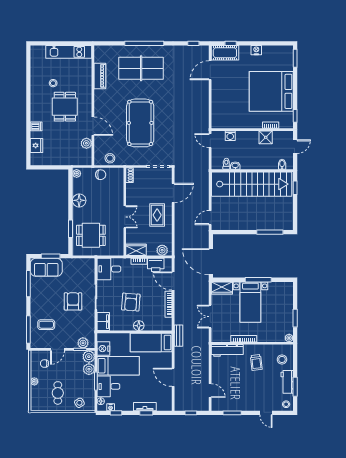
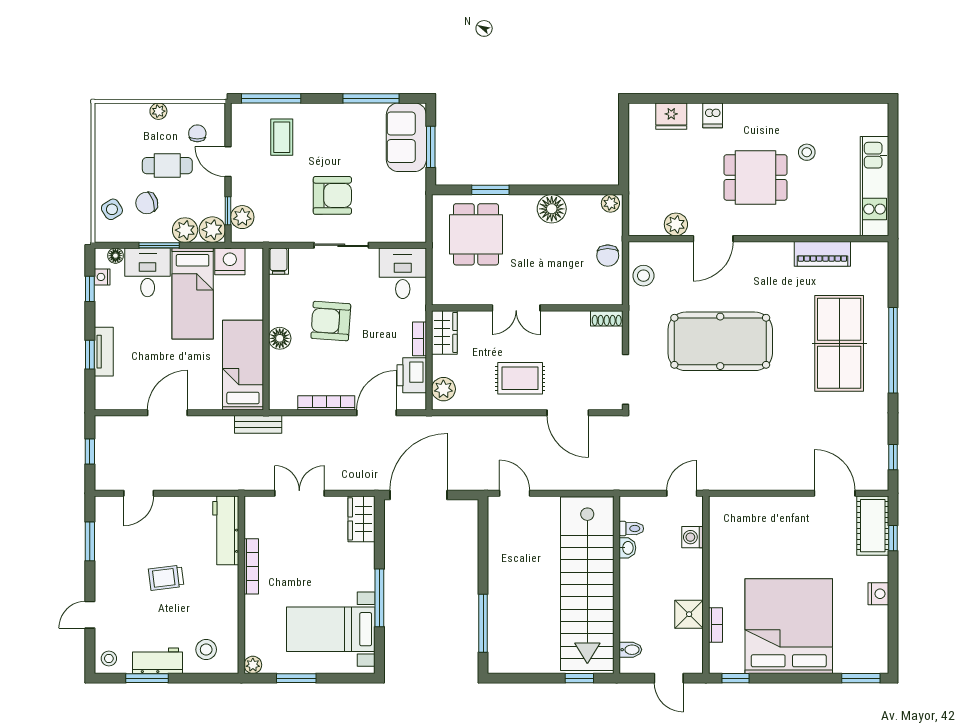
bed with nightstands: (250, 302) -> (331, 629), moved
filing cabinet: (103, 322) -> (279, 261), width x0.50
trolley: (256, 362) -> (166, 578), moved
chair: (76, 387) -> (147, 203), added
cafe table: (58, 393) -> (167, 166), moved

